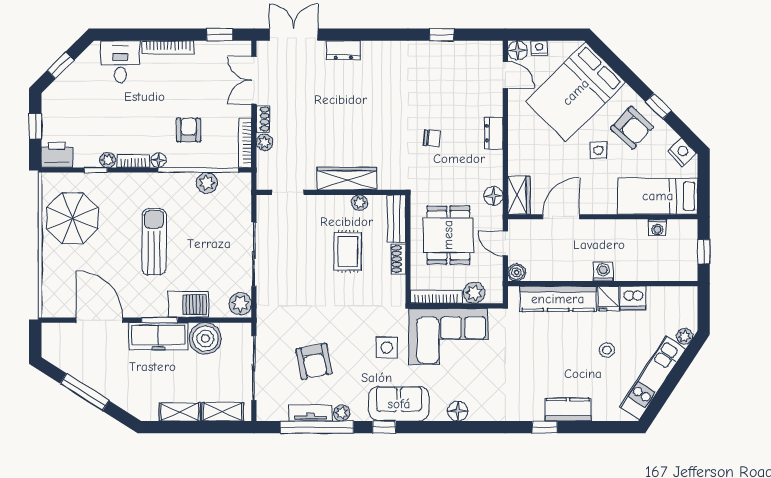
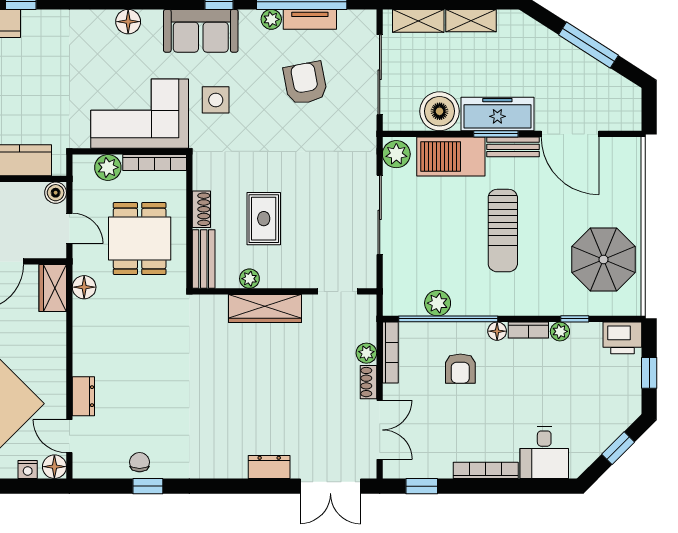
dresser: (494, 133) -> (83, 396), moved
chair: (432, 138) -> (140, 462), moved, turned 85
barbecue: (189, 305) -> (451, 156), width x1.37, depth x1.21
bench: (146, 310) -> (513, 147), added

